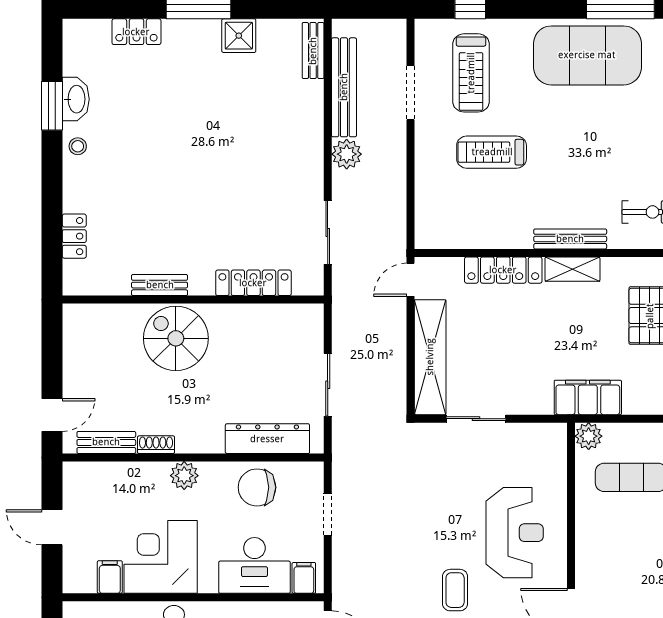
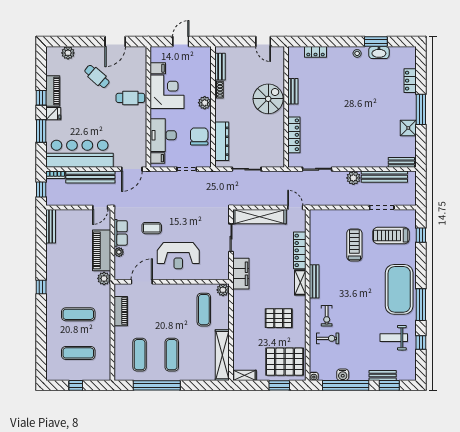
filing cabinet: (588, 397) -> (241, 274), moved
door: (52, 415) -> (263, 42), moved

